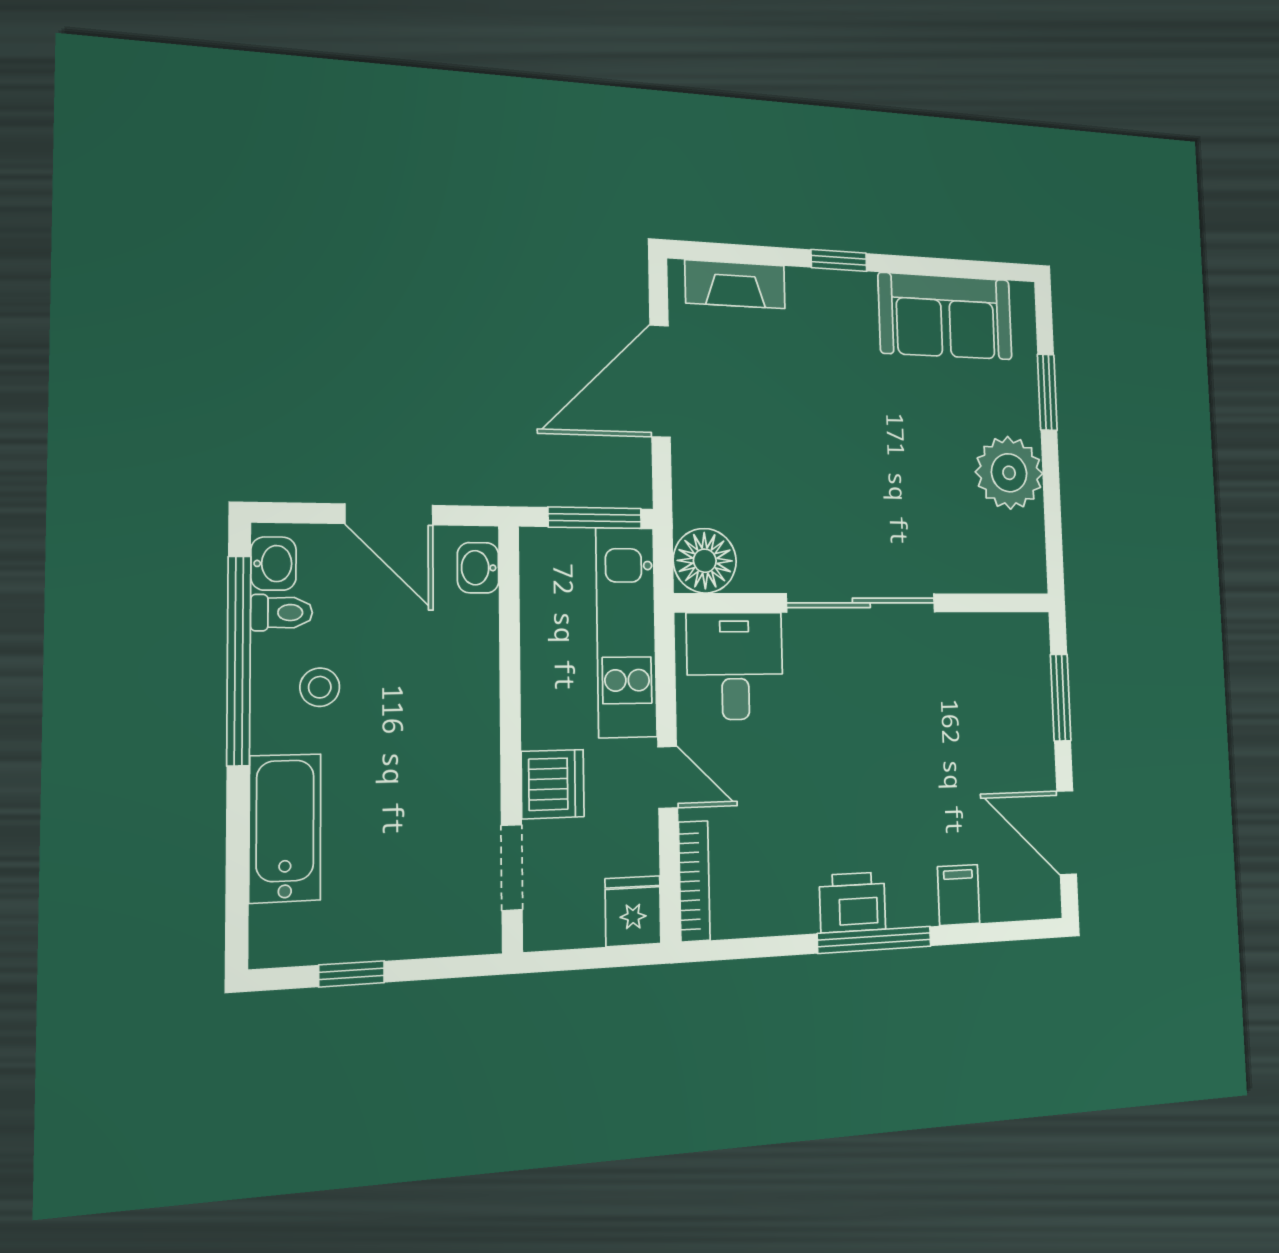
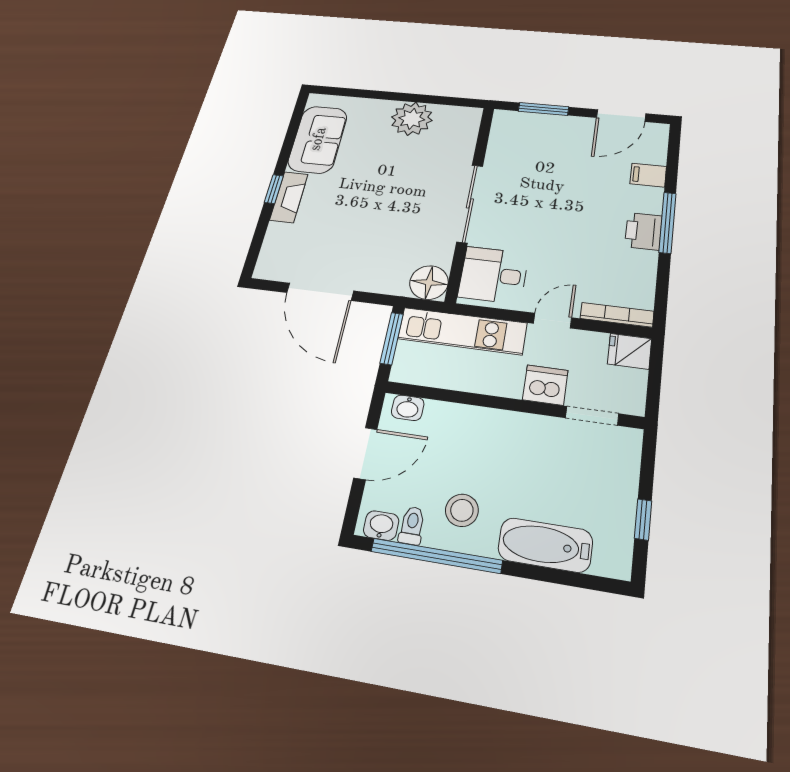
fireplace: (735, 284) -> (289, 197), moved
window: (1047, 392) -> (371, 94), removed
stool: (320, 687) -> (462, 510), width x1.37, depth x1.37

